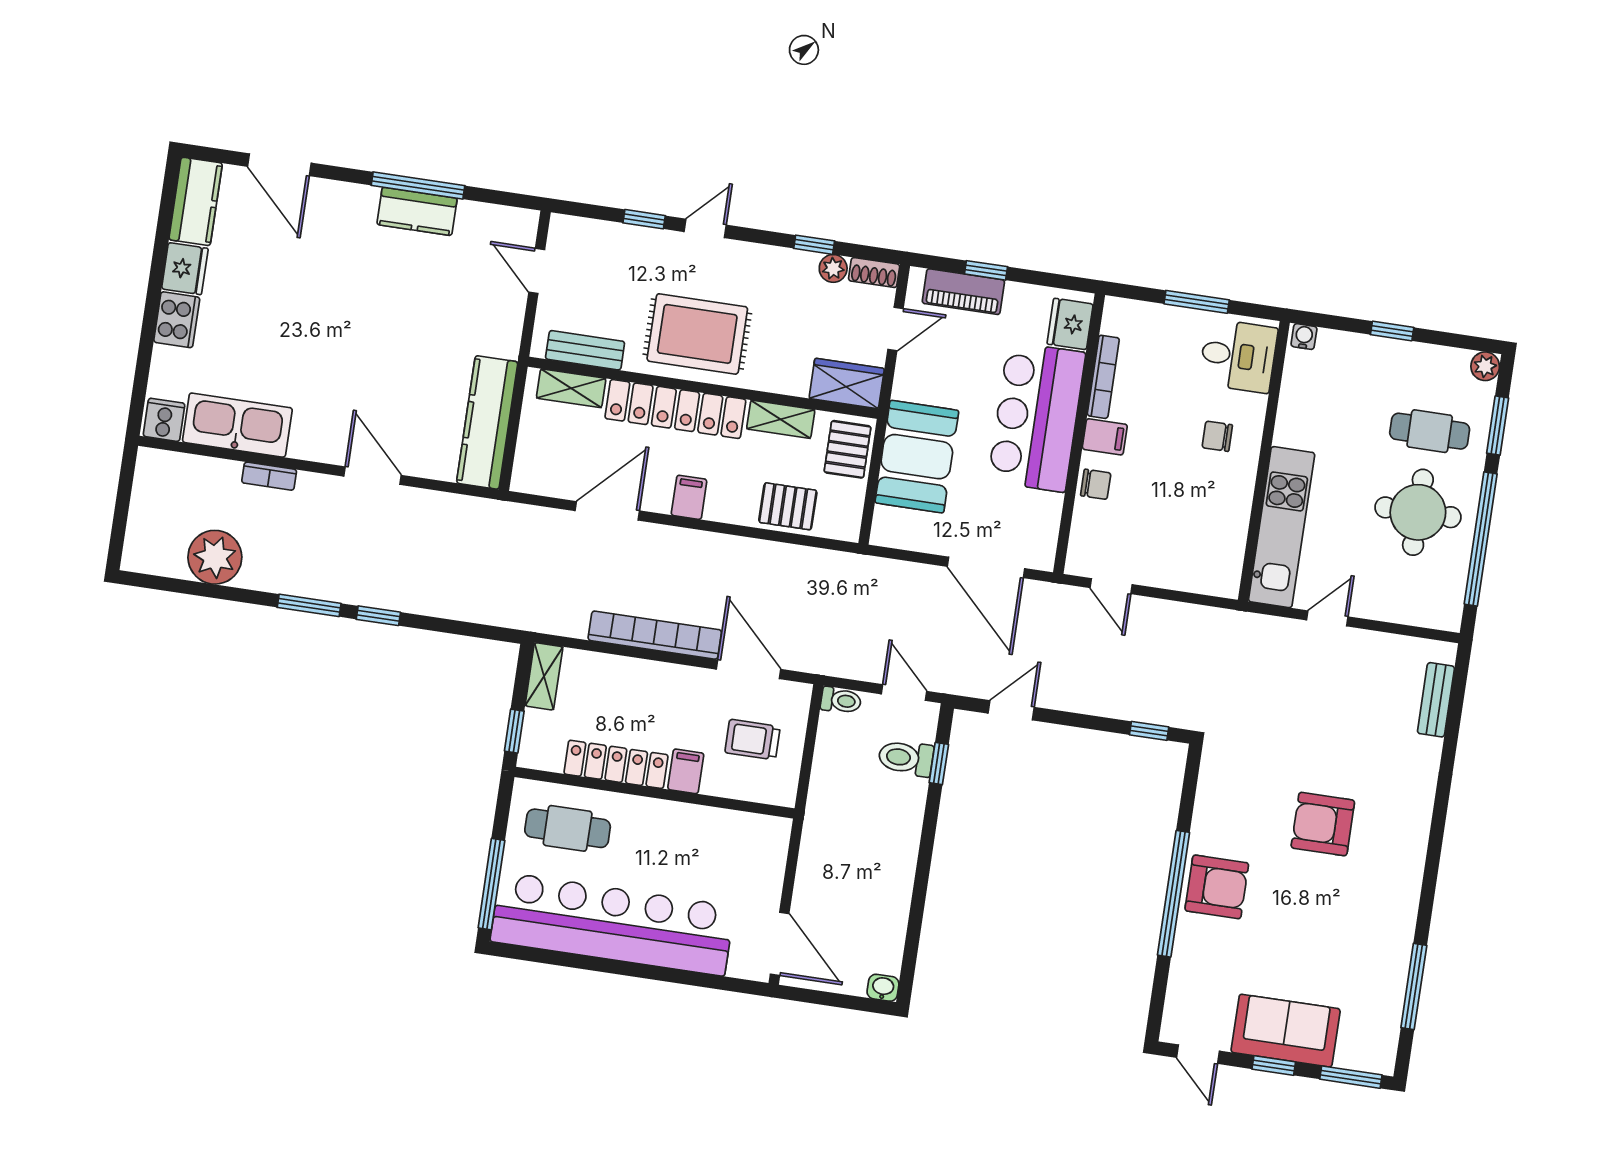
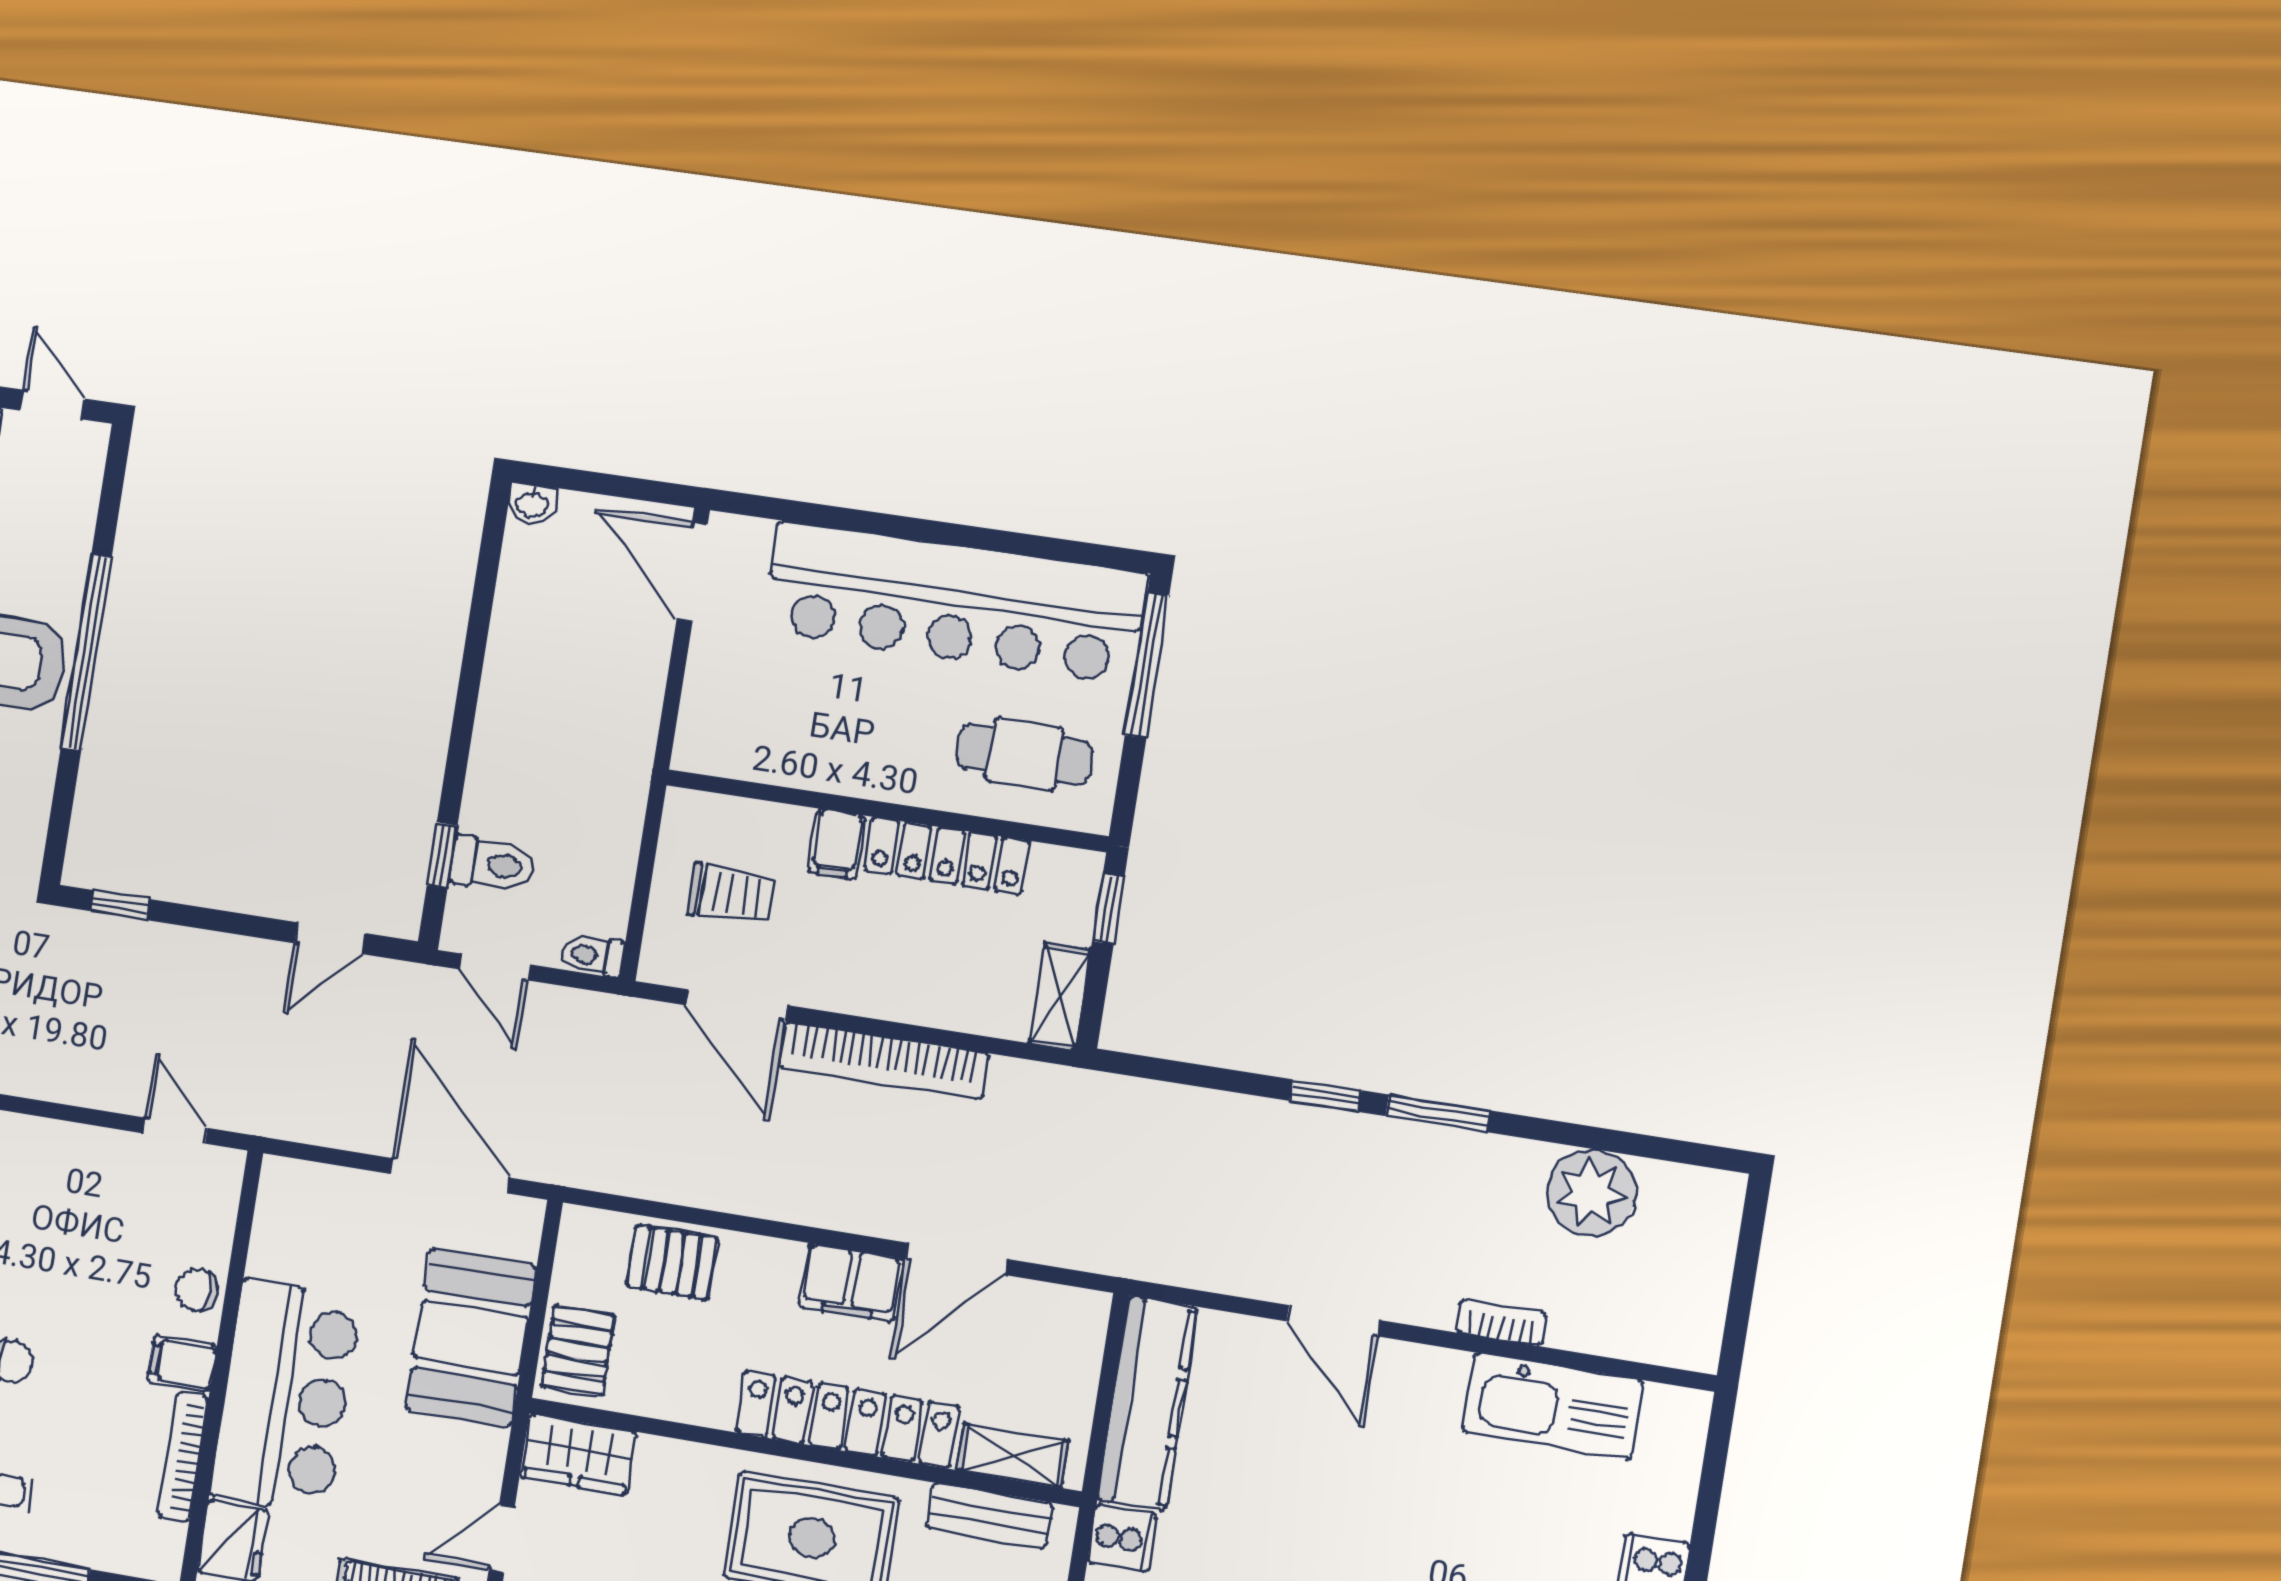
shelving: (781, 419) -> (682, 1400), removed
cooker: (164, 420) -> (1123, 1538), moved, turned -90
filing cabinet: (689, 497) -> (851, 1283), width x2.00
door: (986, 567) -> (450, 1176), moved

